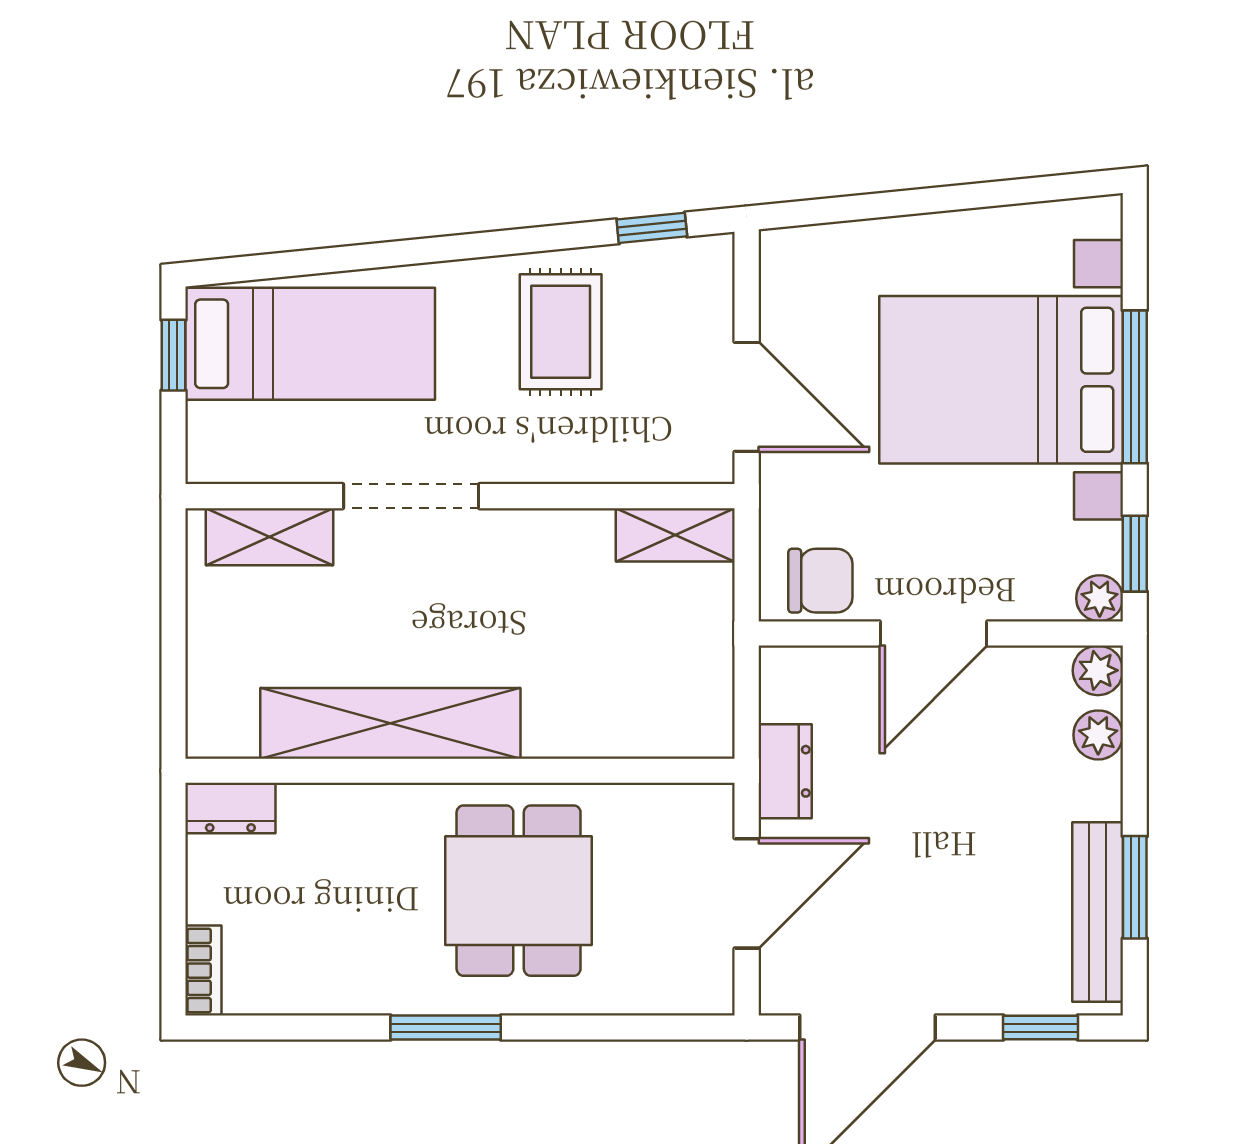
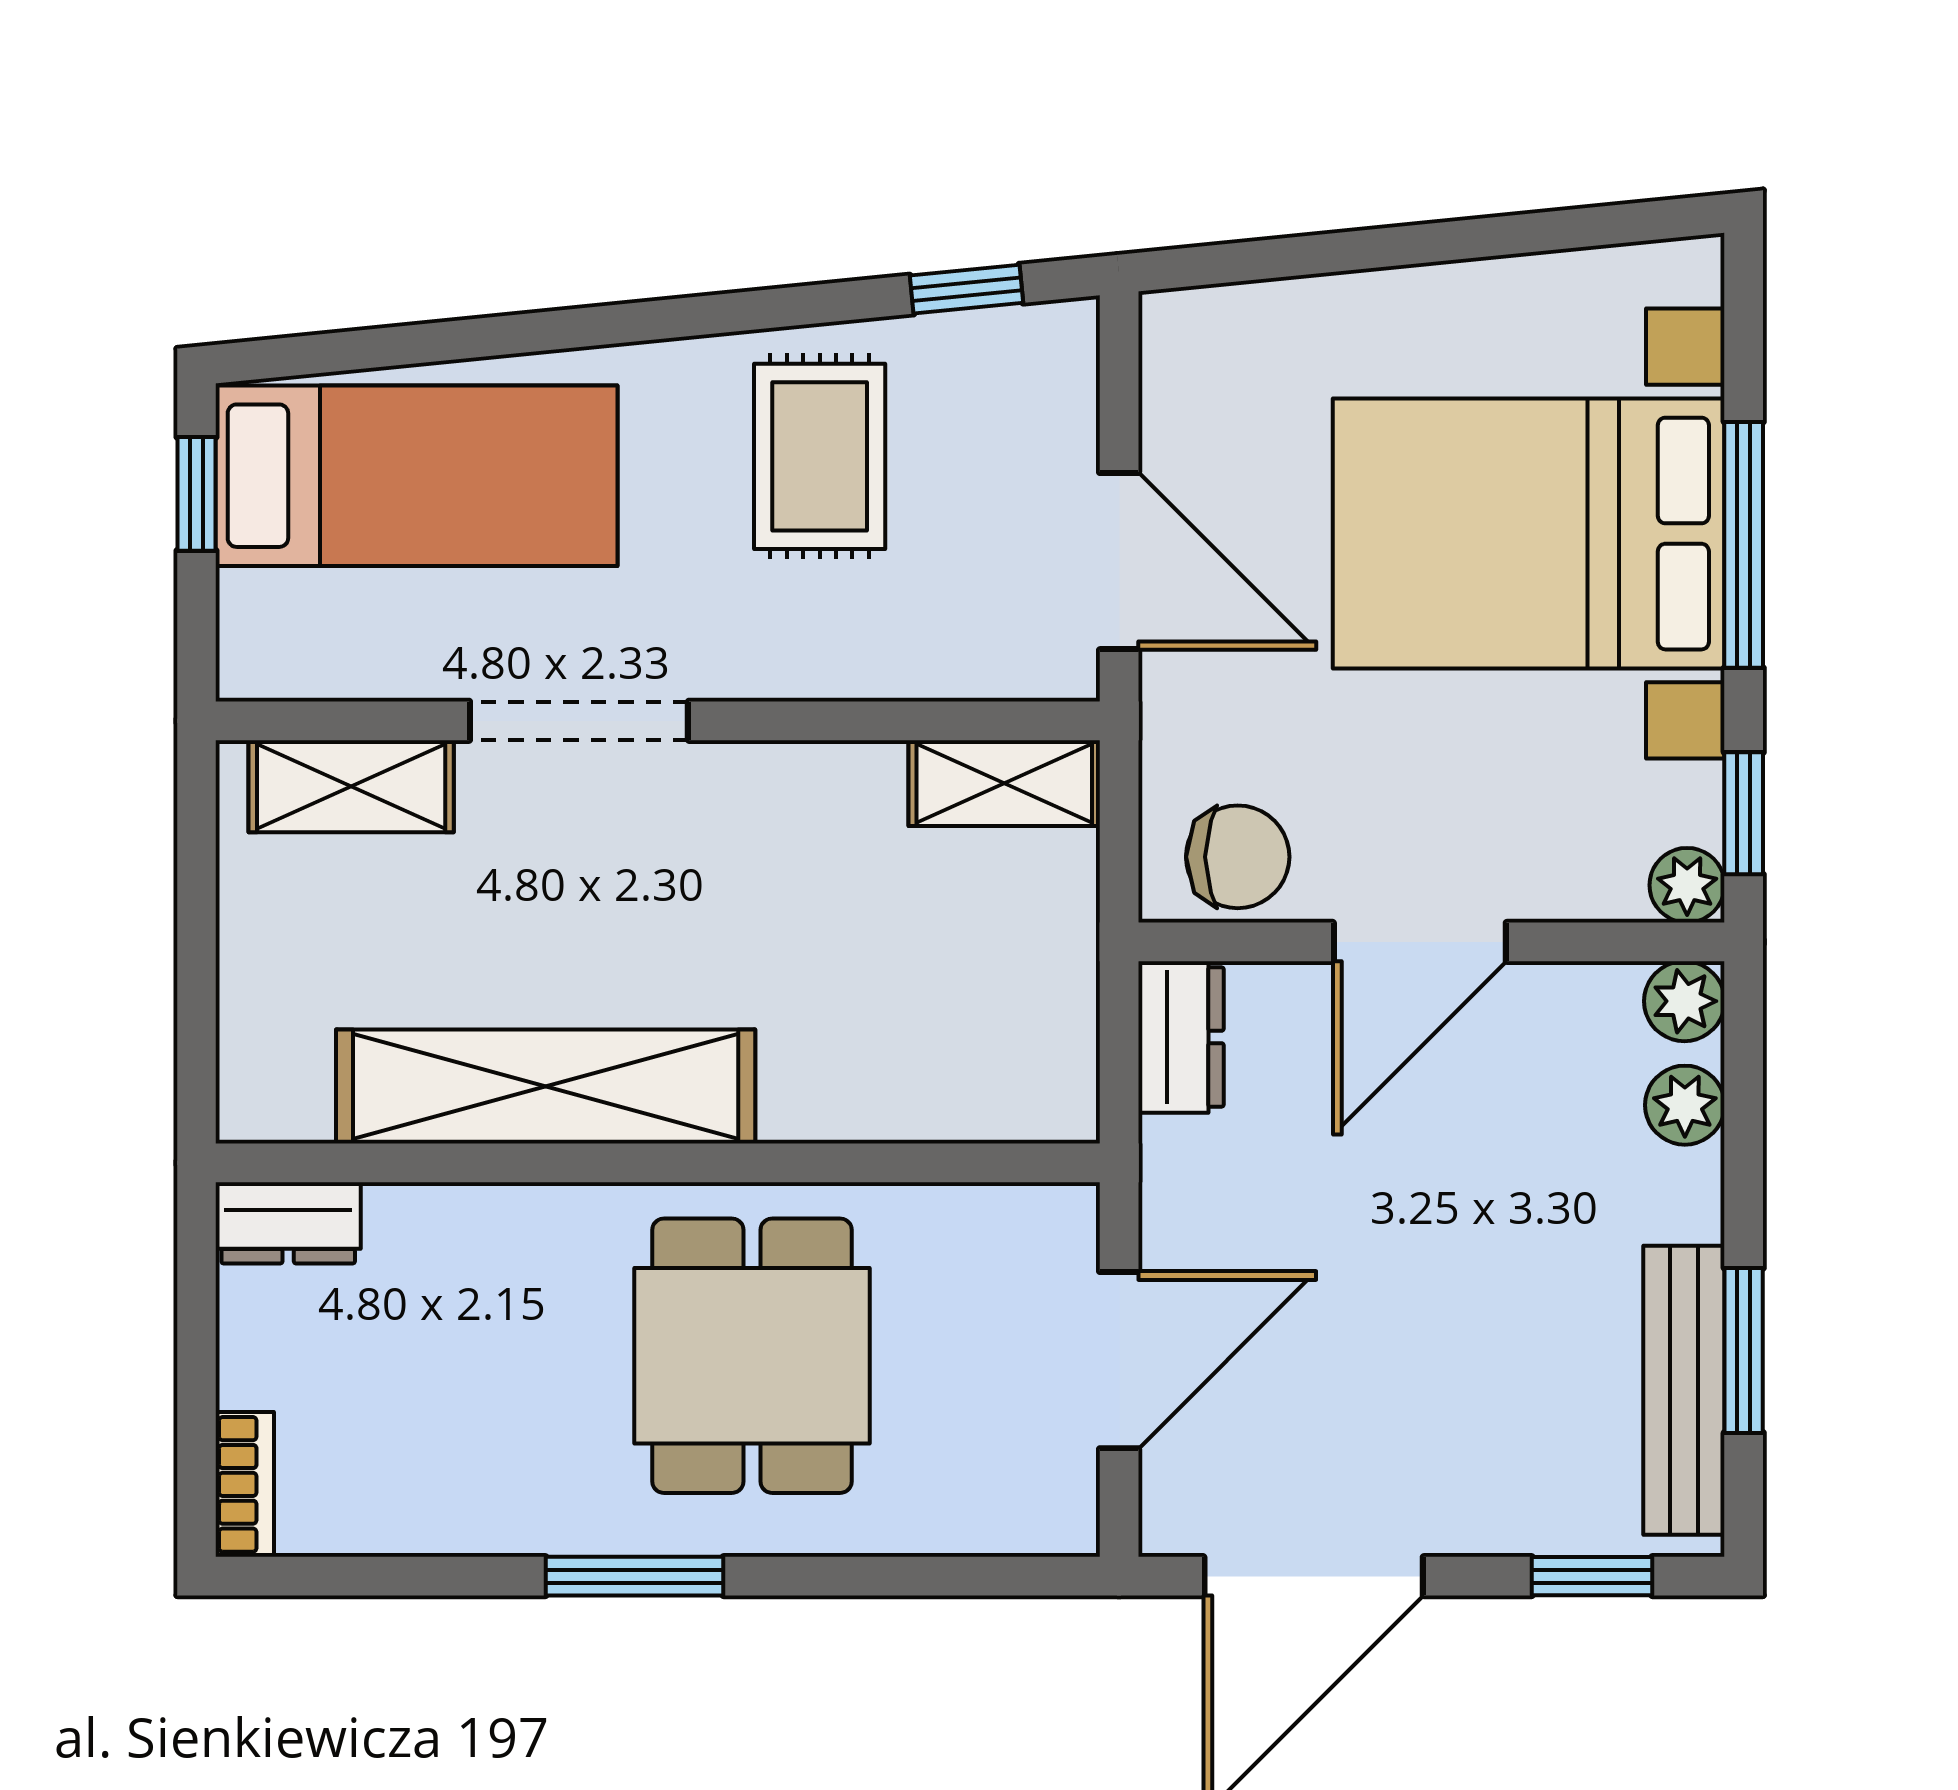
dresser: (785, 771) -> (1181, 1037), moved

